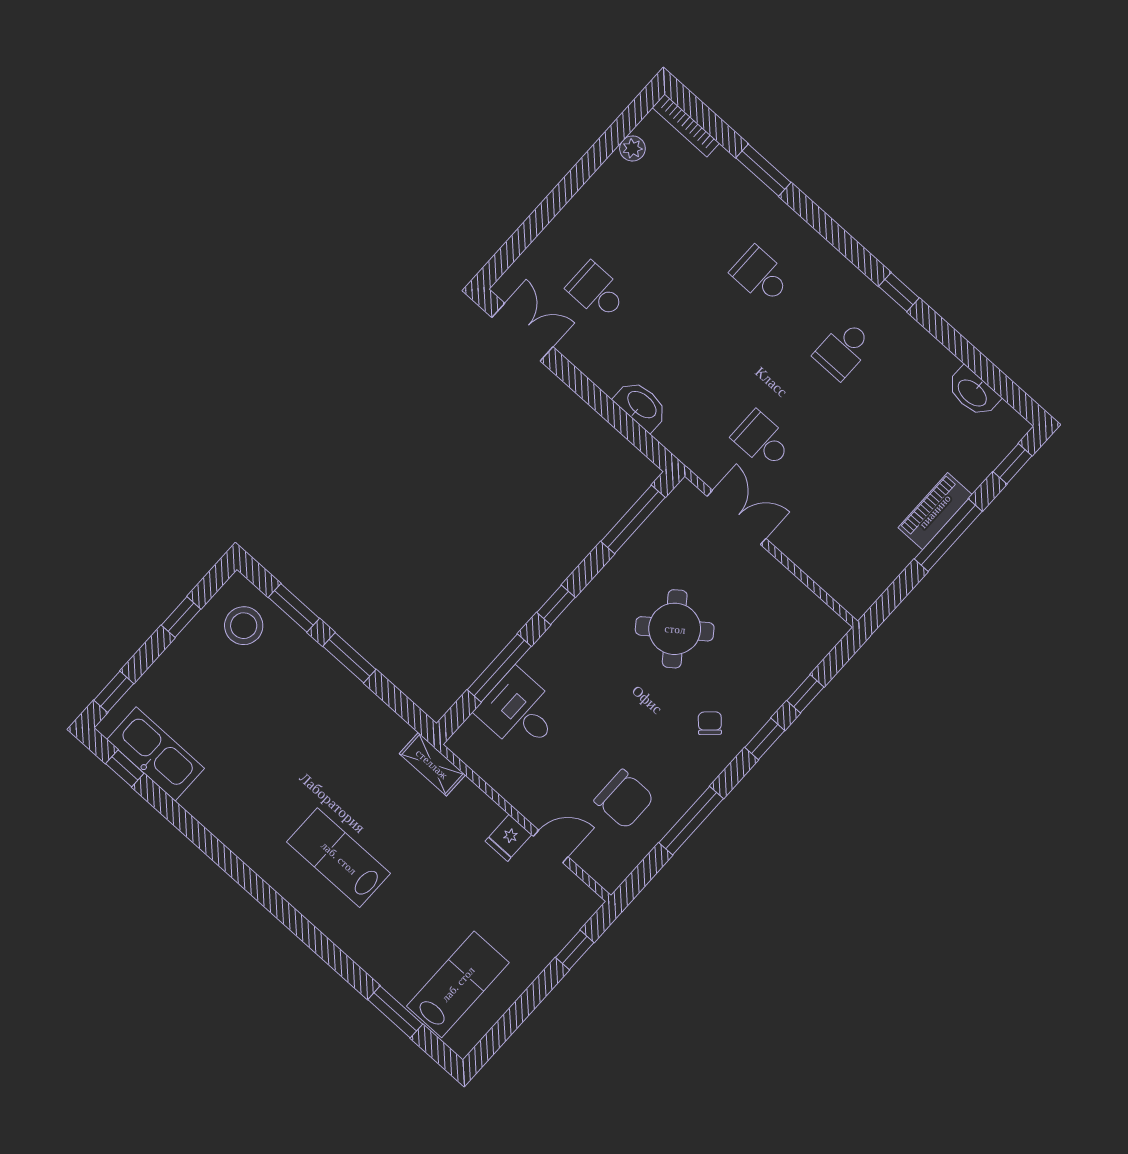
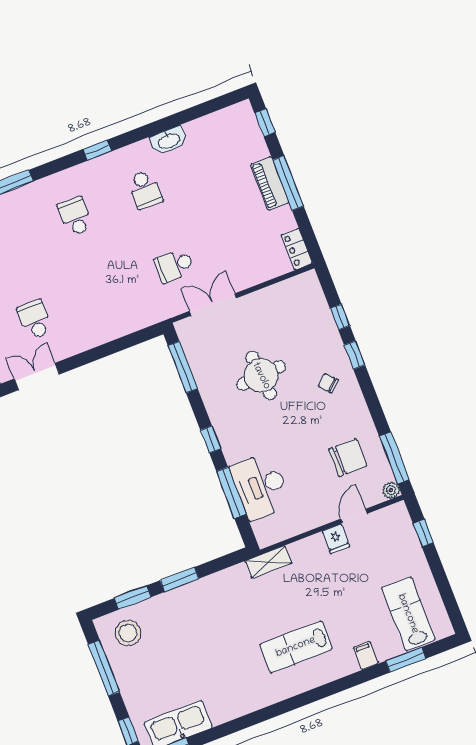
school desk: (761, 275) -> (75, 216), turned 90
school desk: (597, 291) -> (35, 319), turned 90
window: (899, 292) -> (97, 150), moved
washbasin: (973, 392) -> (169, 141), moved
washbasin: (641, 405) -> (117, 328), removed
locker: (866, 591) -> (297, 249), added
window: (181, 617) -> (104, 668), width x2.17
round table: (675, 629) -> (261, 376), turned 32
desk: (519, 711) -> (260, 486), width x1.37
window: (691, 821) -> (394, 458), moved
plant: (610, 878) -> (391, 490), added
filing cabinet: (374, 956) -> (366, 656), added

